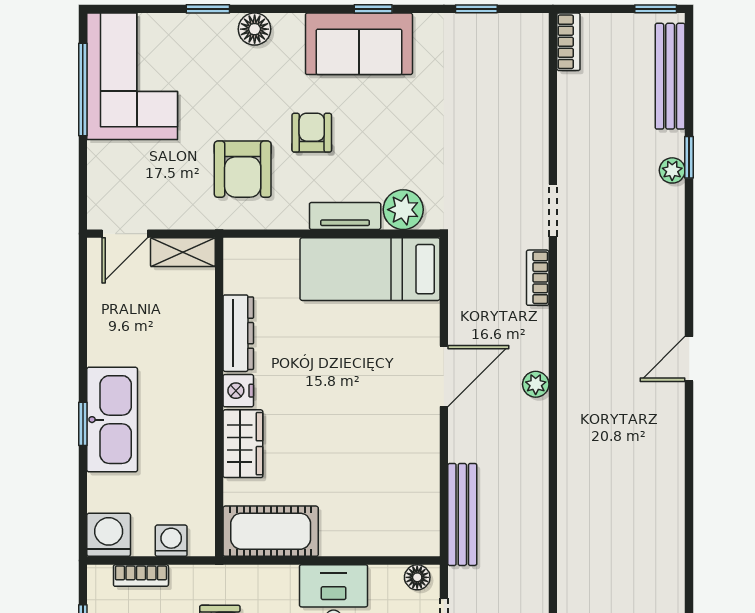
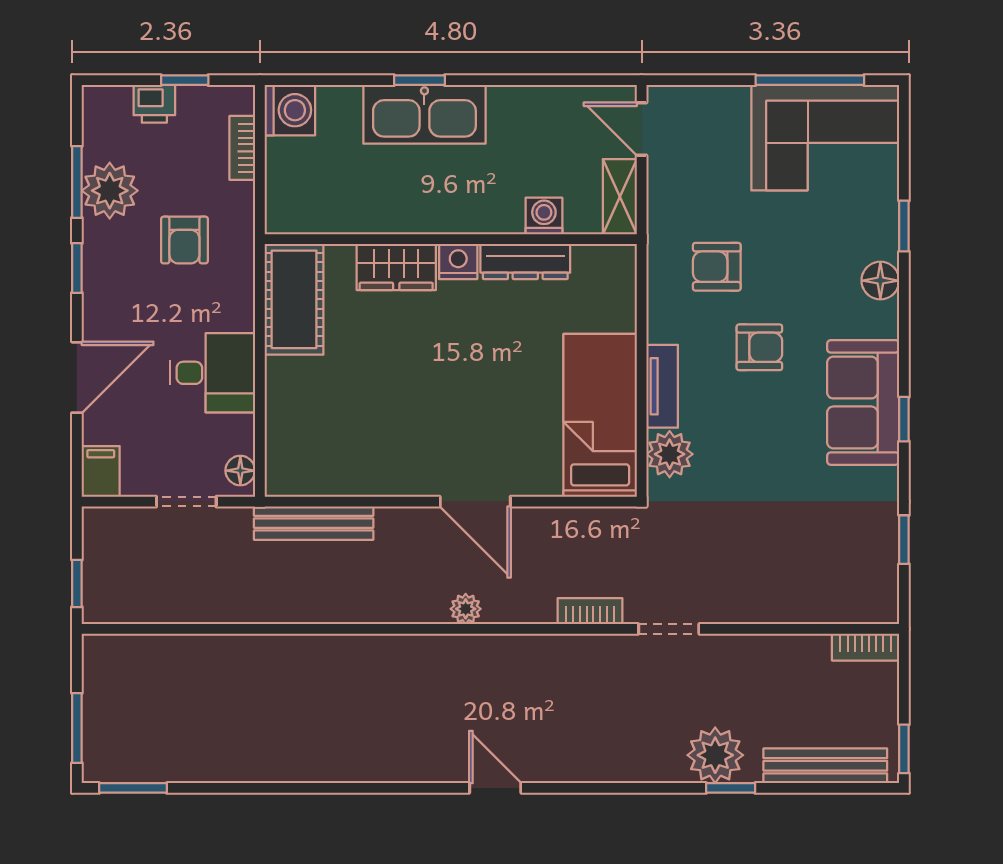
armchair: (243, 169) -> (717, 267), width x0.72, depth x0.72
plant: (672, 170) -> (715, 755), width x1.87, depth x1.87
washing machine: (171, 541) -> (544, 216), moved, turned -90

